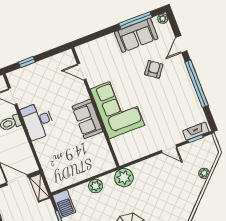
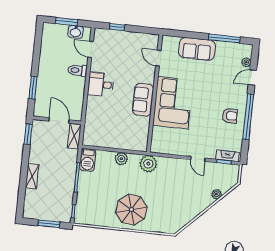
plant: (163, 19) -> (246, 62), moved
sofa: (136, 35) -> (197, 49), moved
armchair: (154, 69) -> (230, 116), moved, turned 54
desk: (38, 121) -> (101, 85), width x0.73

